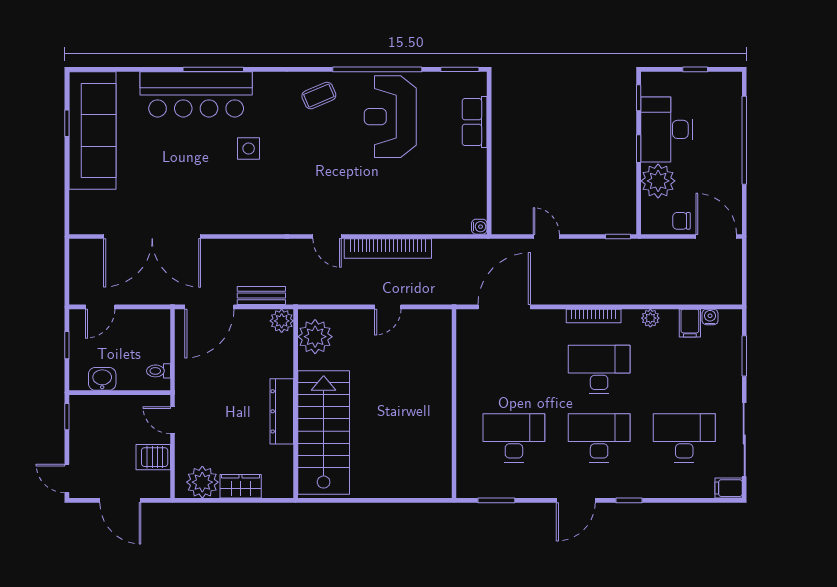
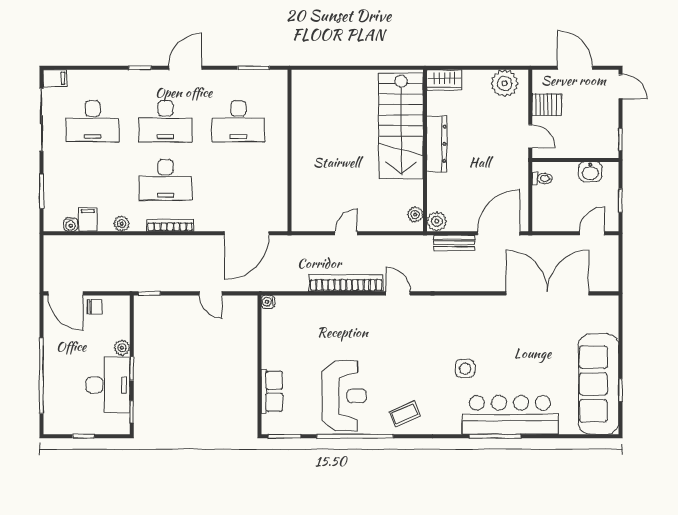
plant: (658, 181) -> (122, 348), width x0.53, depth x0.53
plant: (315, 337) -> (415, 215), width x0.53, depth x0.53
wardrobe: (241, 486) -> (444, 80), moved

